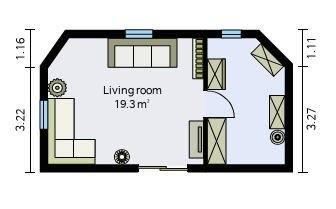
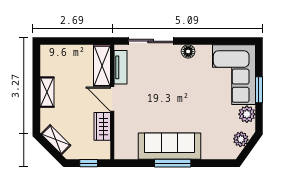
window: (139, 34) -> (173, 163), width x1.44
bookcase: (198, 59) -> (119, 141), removed
plant: (64, 60) -> (241, 139), added
boiler: (278, 137) -> (47, 69), removed

